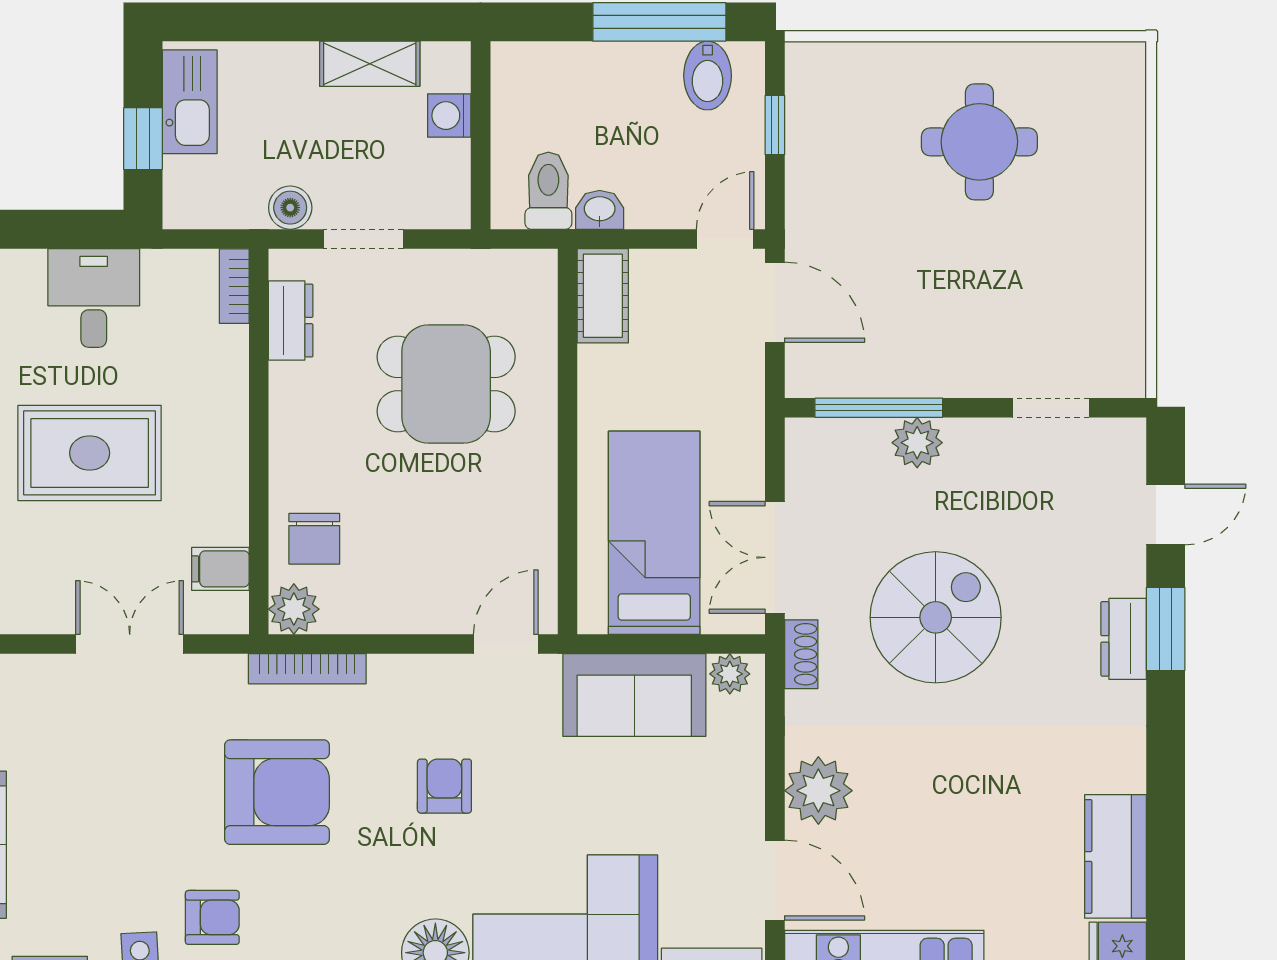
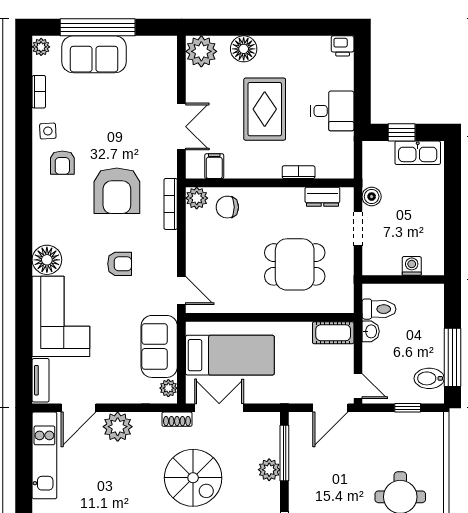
shelving: (370, 64) -> (434, 231), removed
bookcase: (234, 286) -> (299, 172), moved
dining table: (446, 384) -> (295, 264), turned 90

